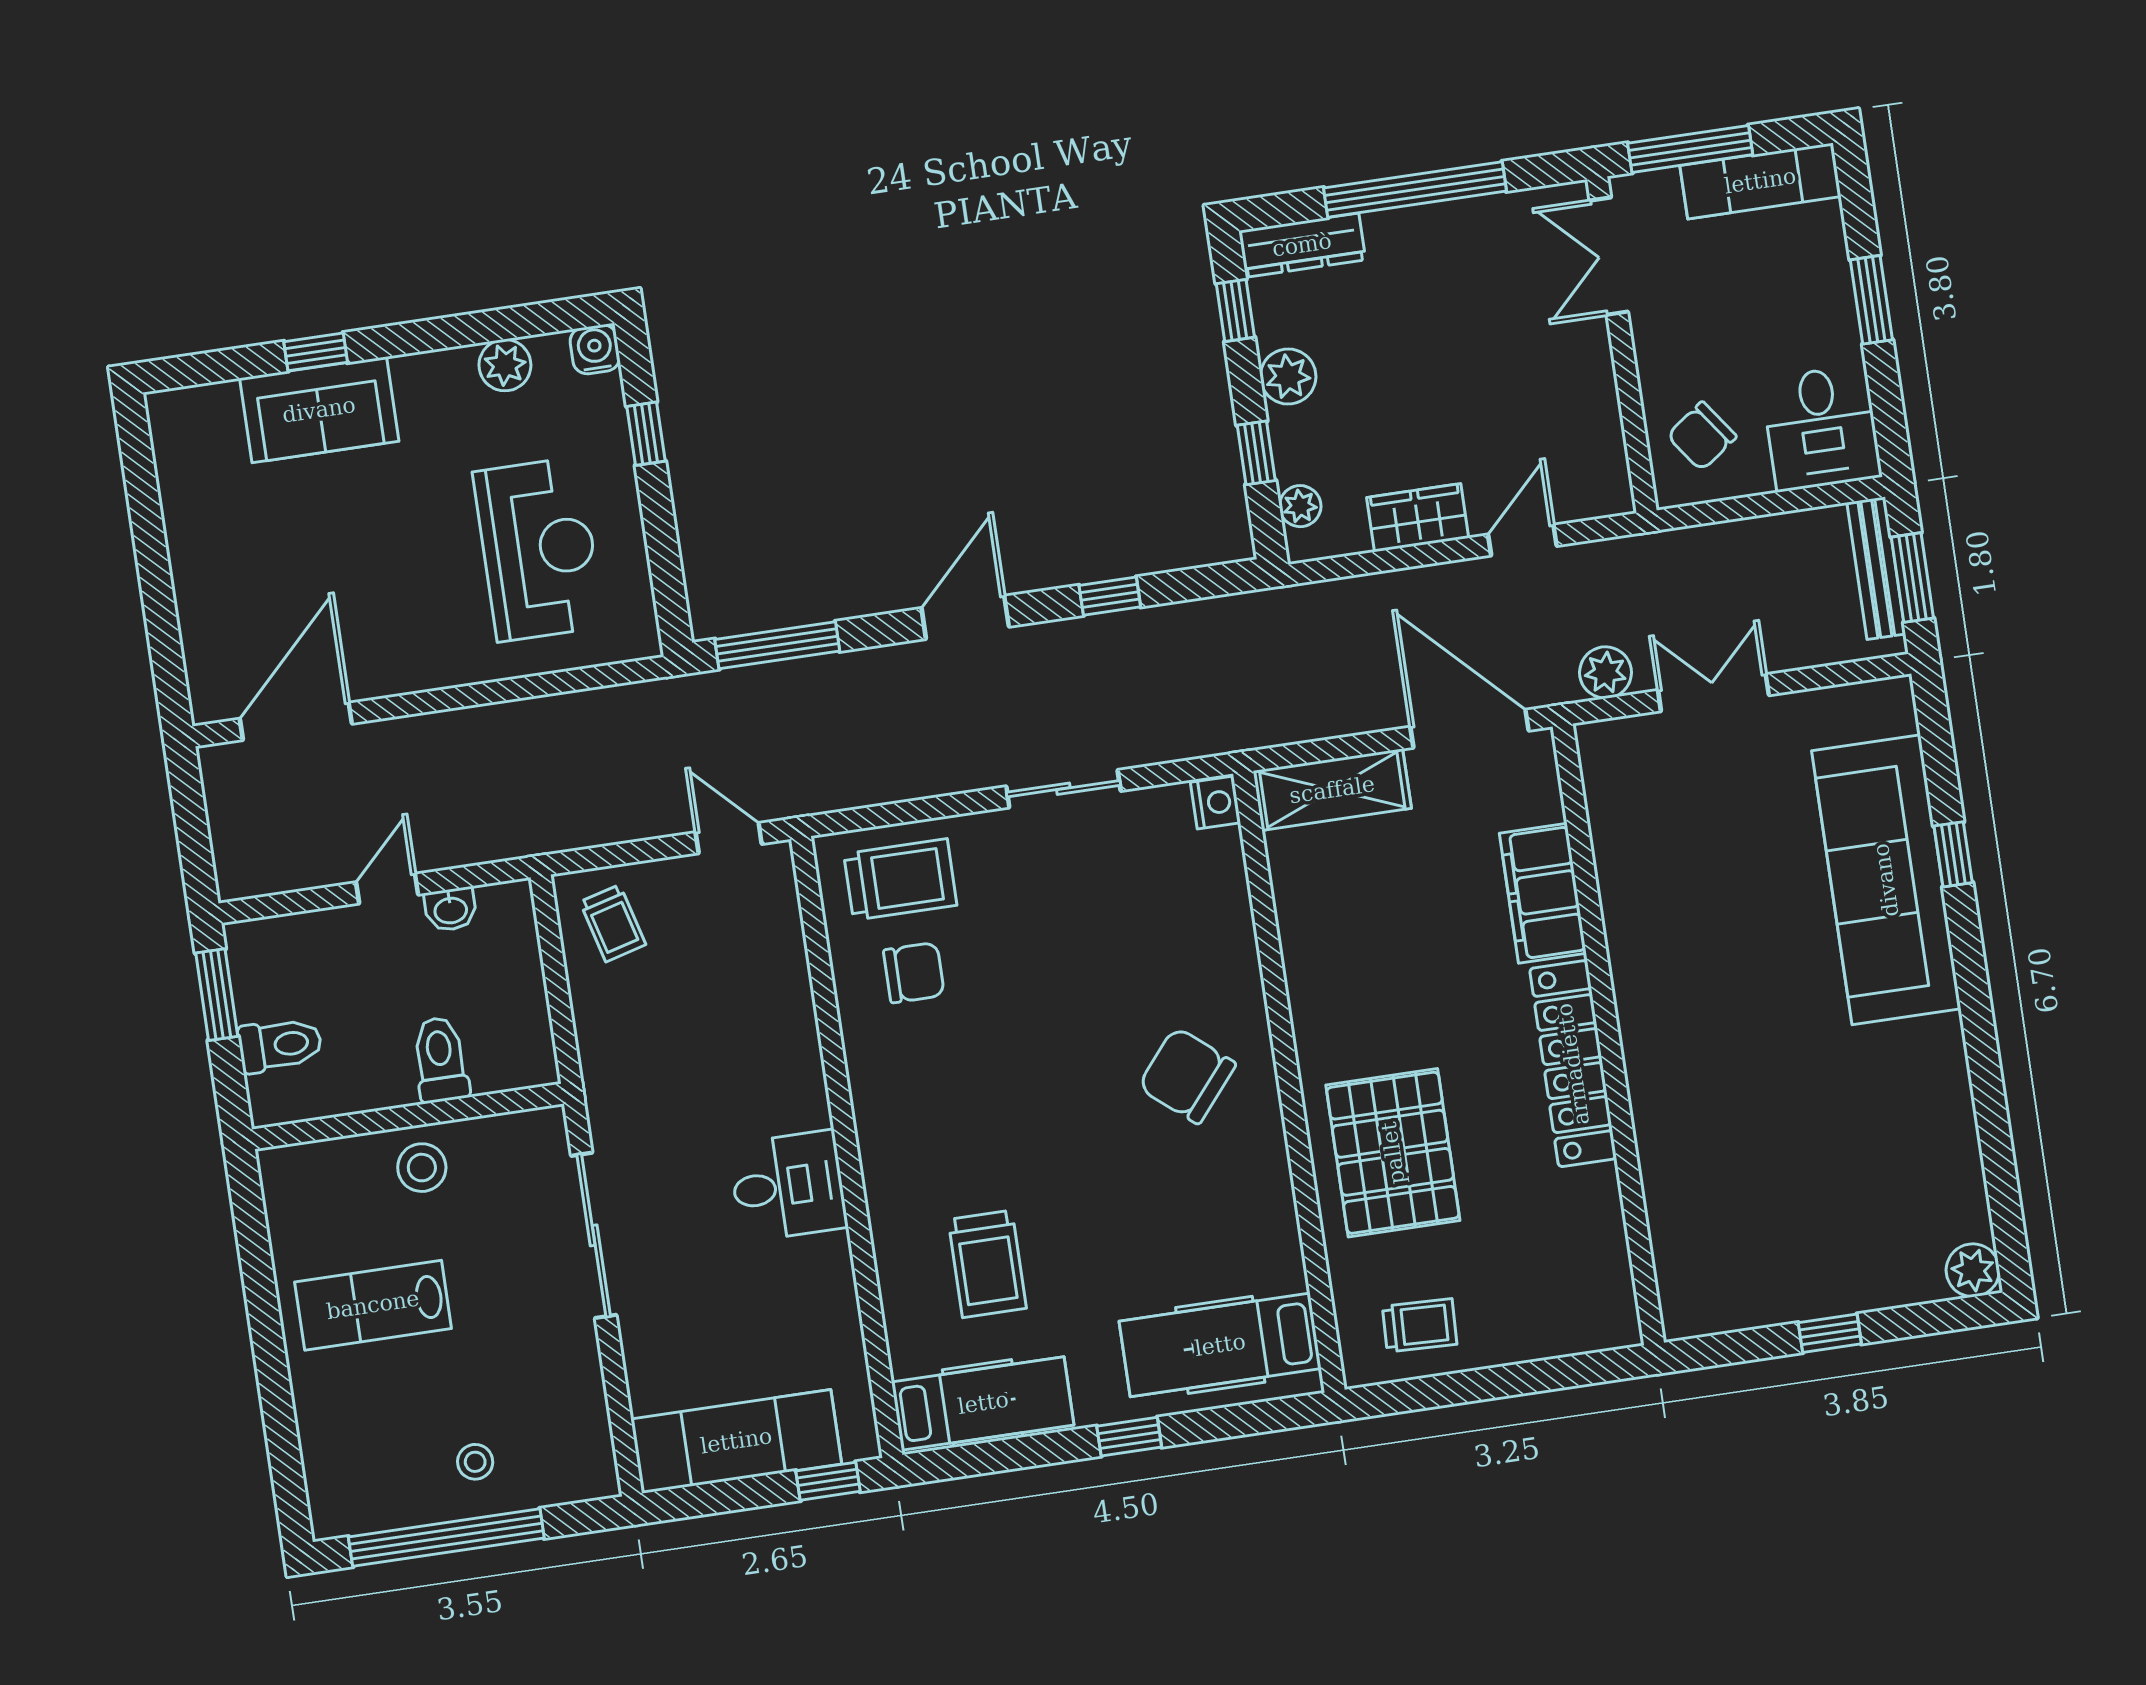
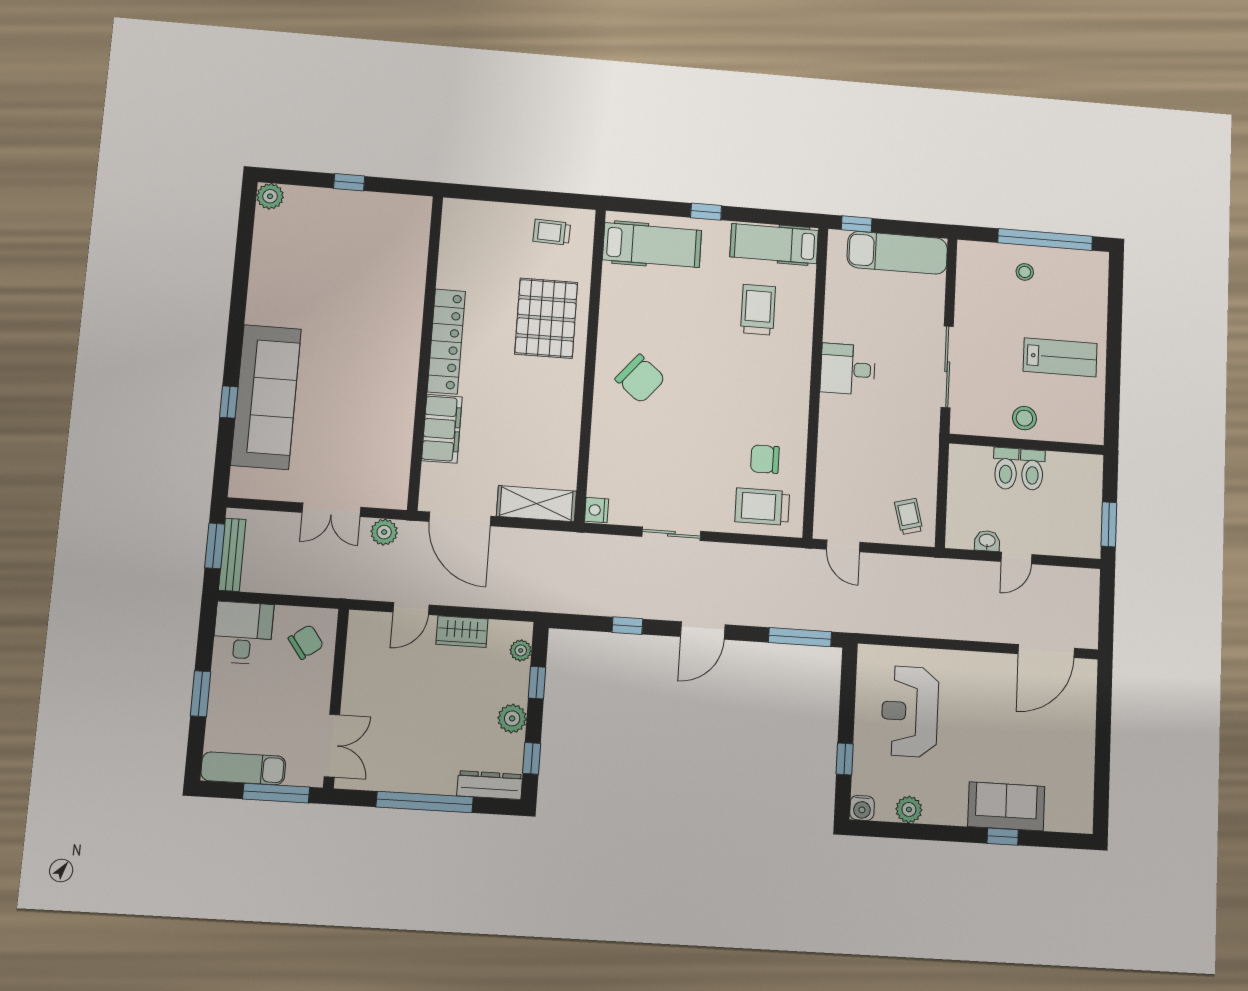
toilet: (280, 1045) -> (1032, 470), moved, turned -90

